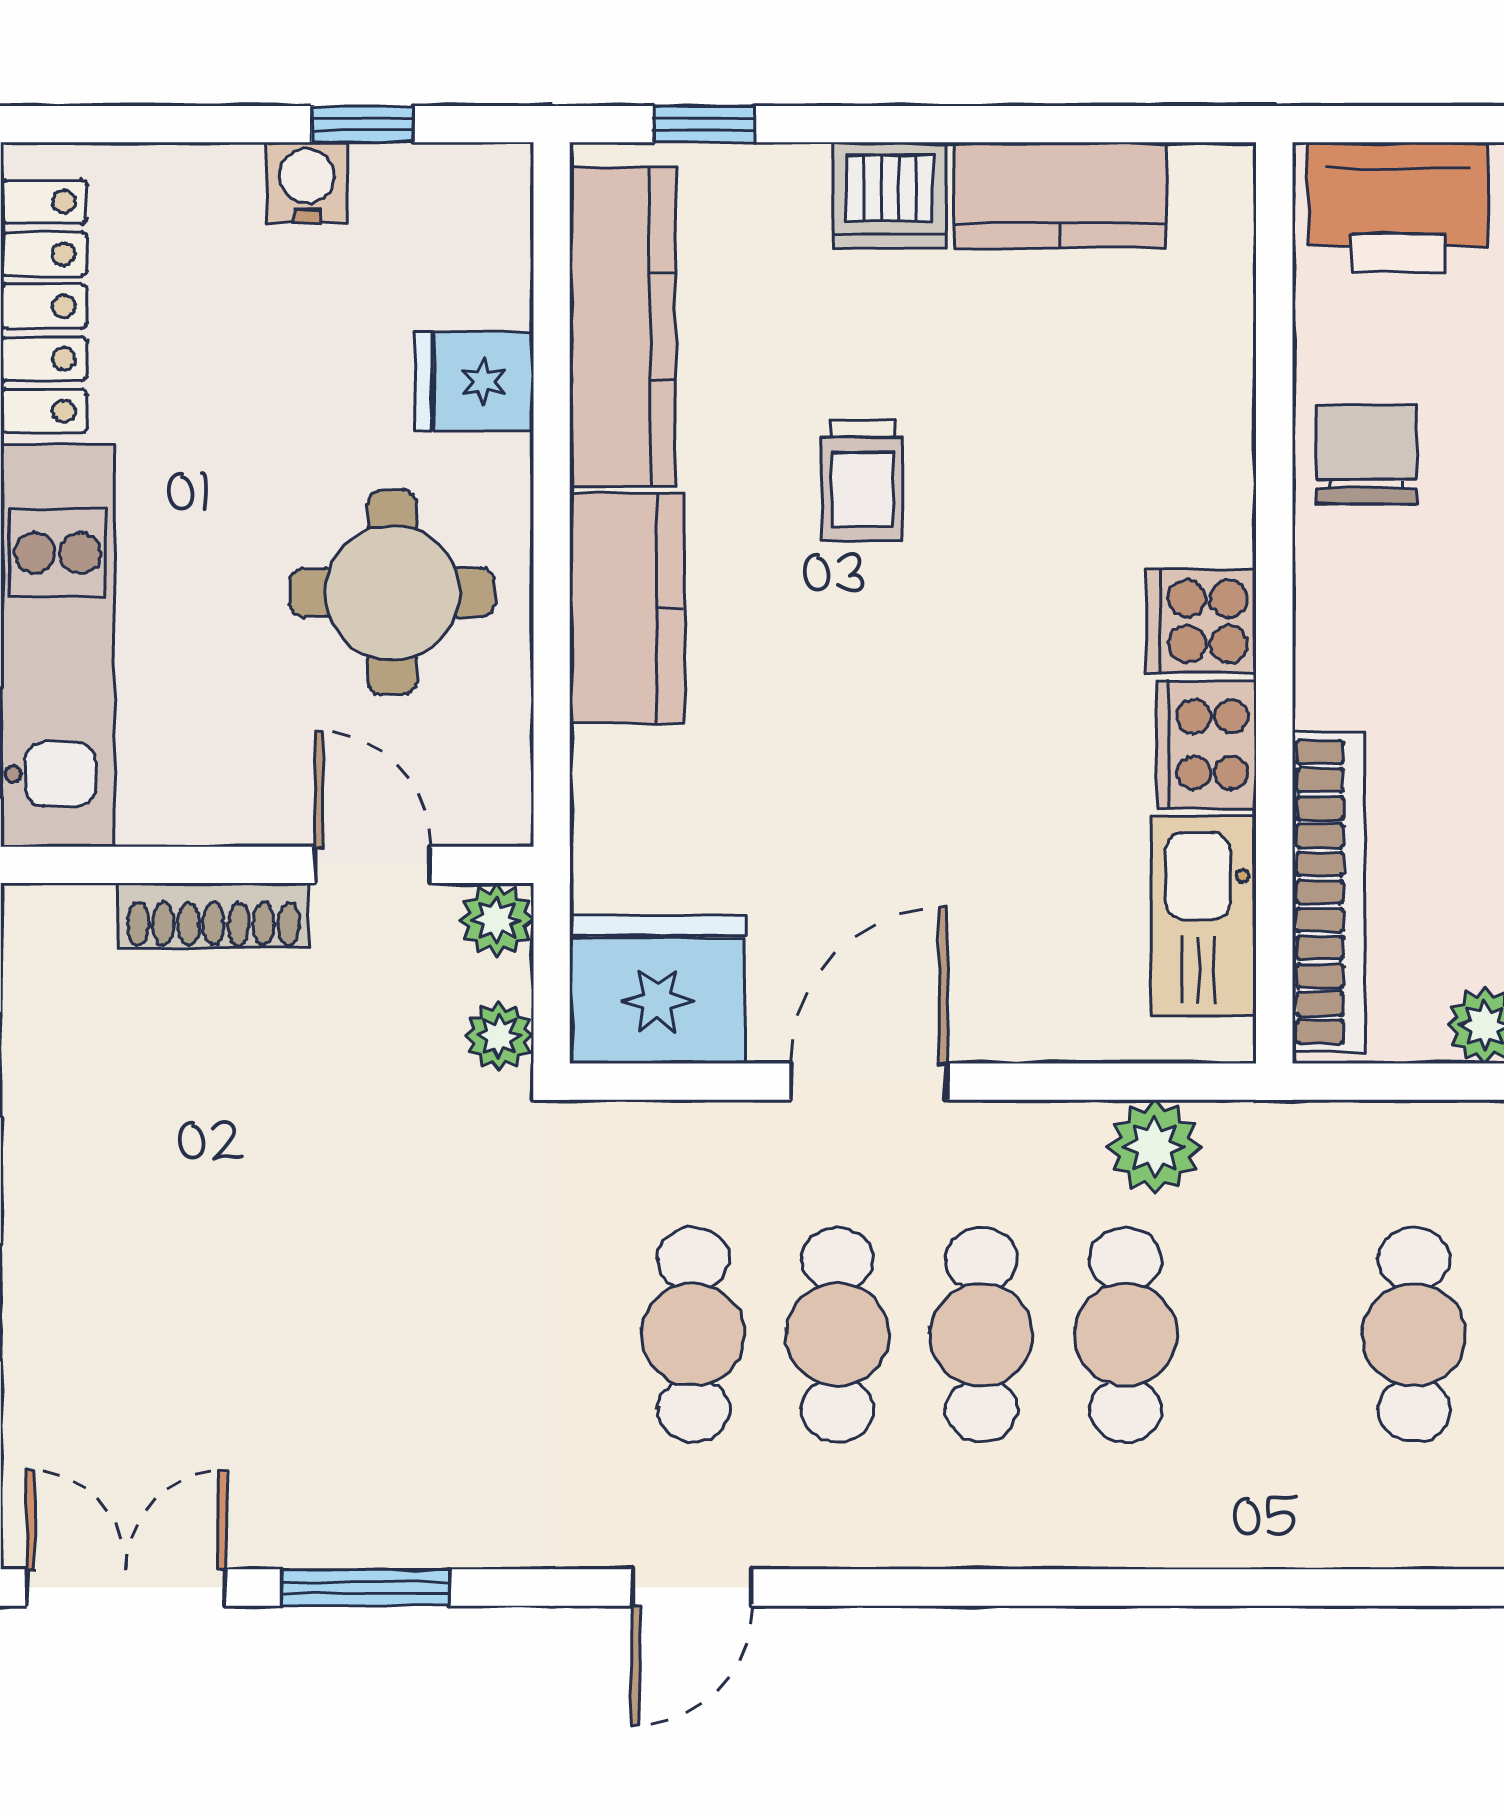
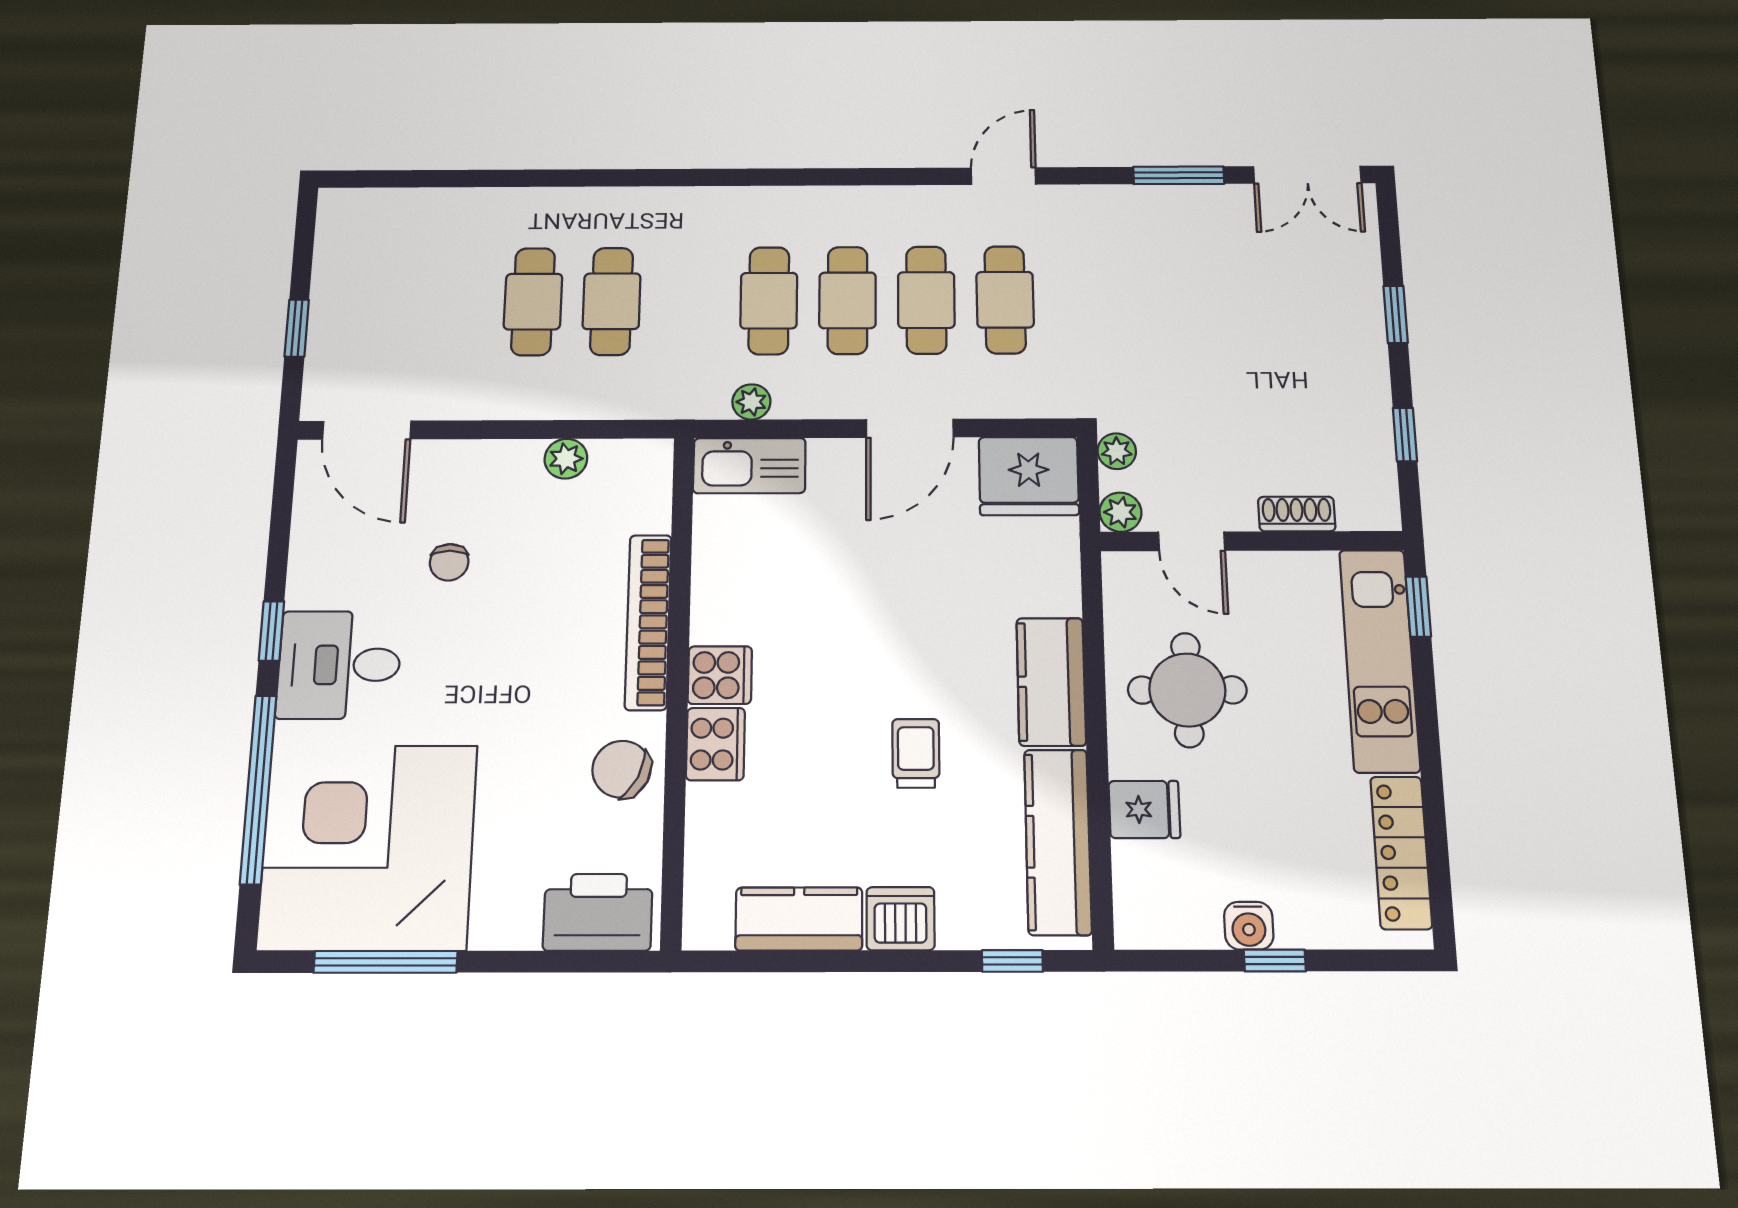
window: (362, 124) -> (1275, 960), moved
chair: (1367, 454) -> (622, 769), turned 116
cooker: (1207, 745) -> (715, 744), moved
bookcase: (1329, 892) -> (648, 622), moved
shoe rack: (213, 915) -> (1297, 514), width x0.70
kitchen sink: (1203, 916) -> (749, 466), moved, turned 90
plant: (1154, 1147) -> (751, 402), width x0.73, depth x0.73

